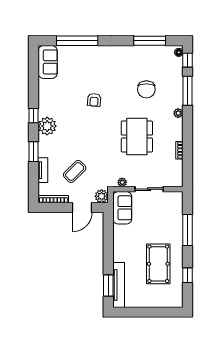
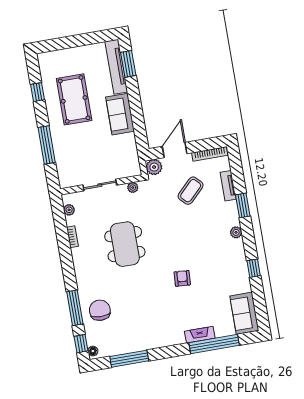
fireplace: (88, 51) -> (200, 335), added
chair: (146, 89) -> (100, 310), moved
plant: (178, 113) -> (69, 210), moved
window: (33, 116) -> (254, 268), moved
plant: (47, 126) -> (236, 232), width x0.53, depth x0.53
sofa: (122, 208) -> (120, 114), moved

